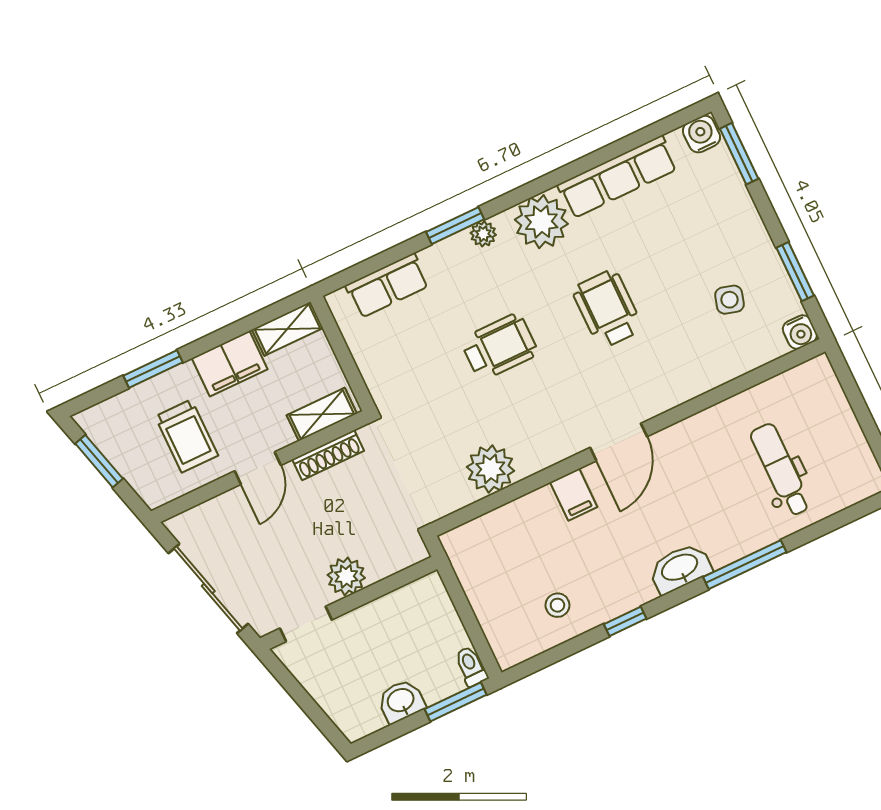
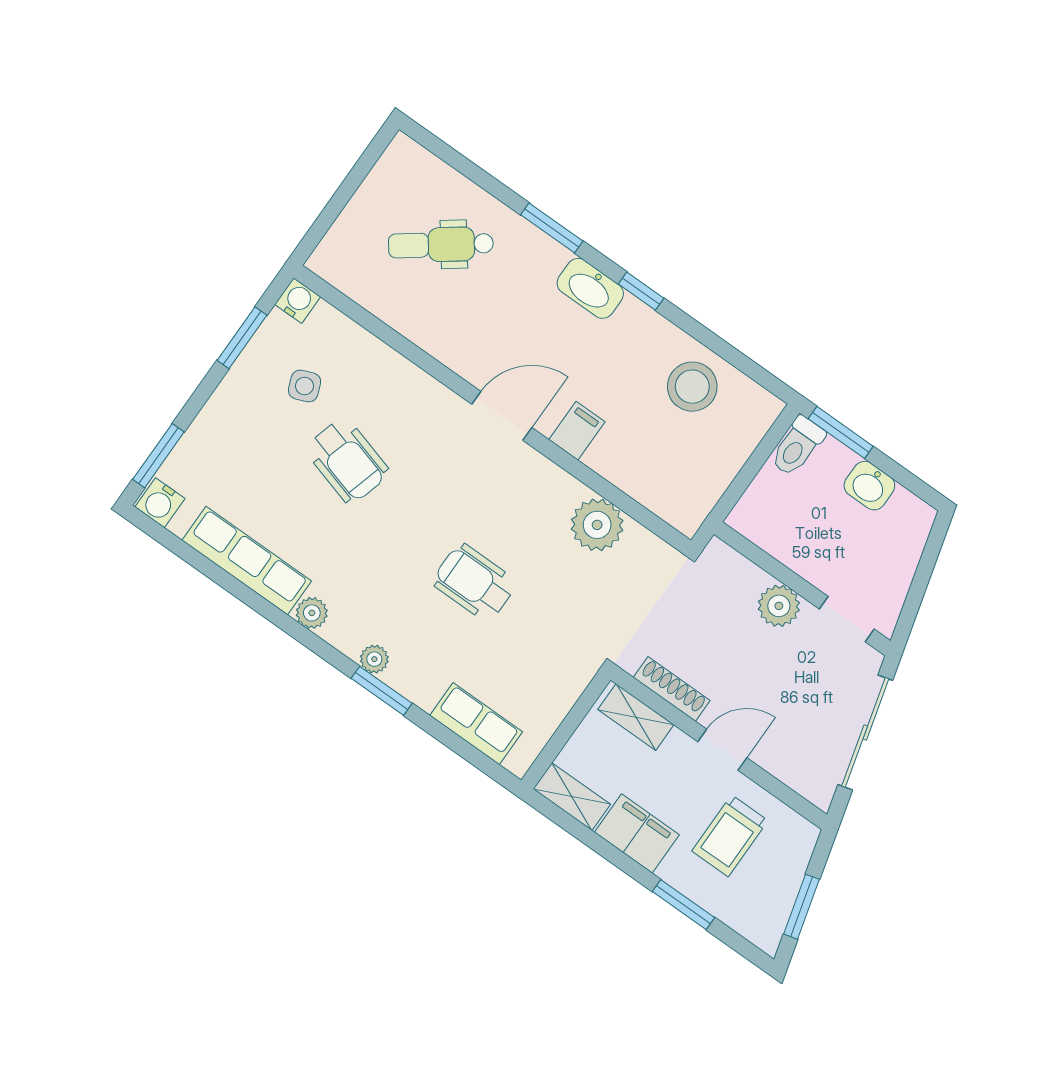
plant: (541, 222) -> (312, 613), width x0.53, depth x0.53
side table: (729, 300) -> (305, 386), turned -38
wheelchair: (607, 309) -> (347, 461), moved, turned -74
trolley: (187, 436) -> (730, 836), turned 180
dental chair: (781, 470) -> (441, 245), turned 53
window: (745, 565) -> (552, 228), width x0.69
stool: (557, 605) -> (692, 387), width x1.89, depth x1.89
window: (625, 621) -> (641, 291), moved
toilet: (471, 666) -> (797, 446), width x1.37, depth x1.39

